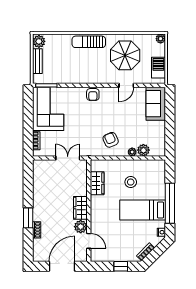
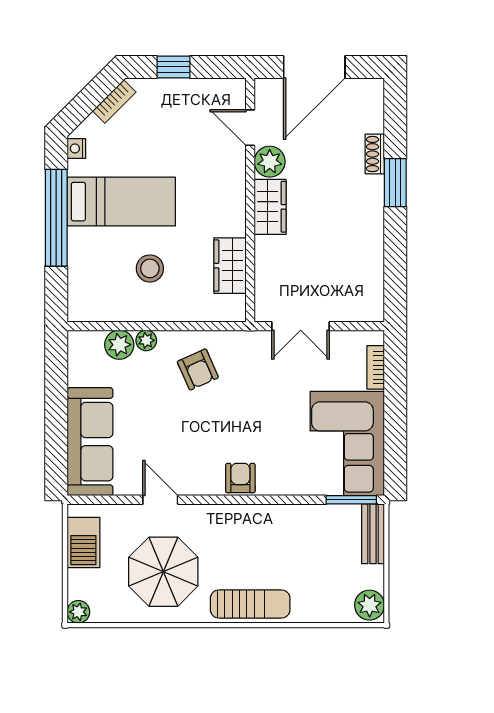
bench: (37, 61) -> (373, 534), moved
door: (126, 85) -> (160, 500), hinge flipped
sofa: (156, 104) -> (90, 442), width x1.36

